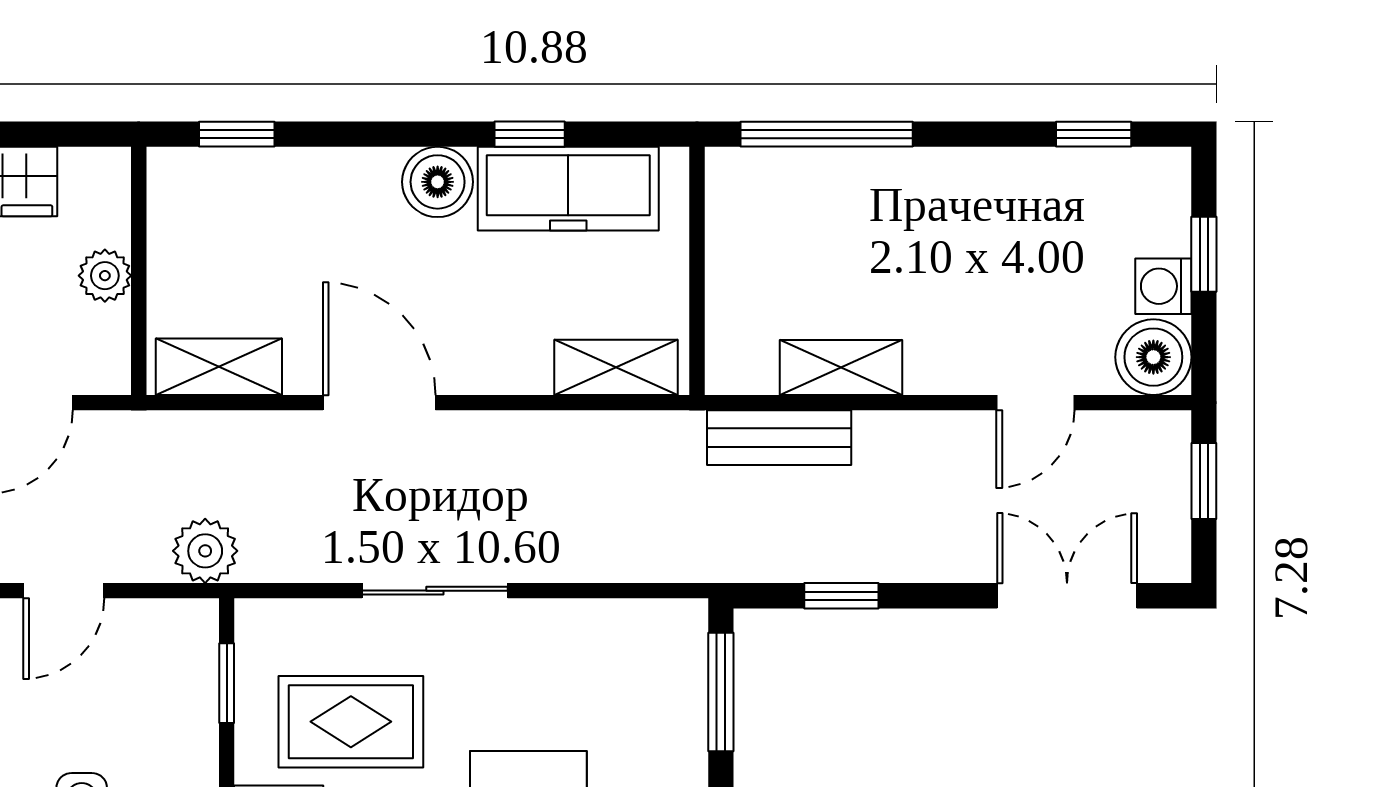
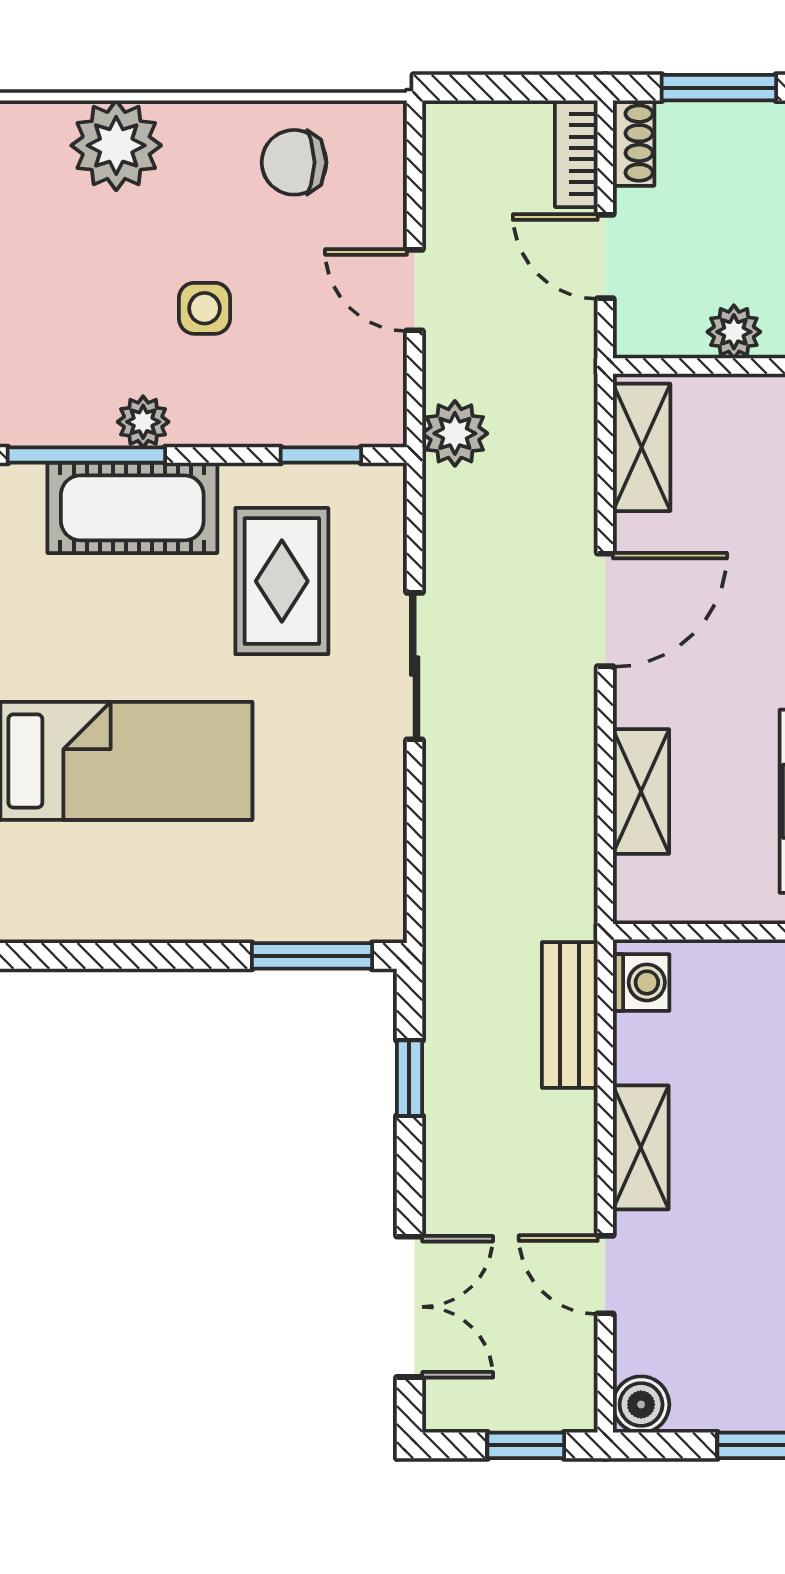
washing machine: (1163, 286) -> (641, 982), moved, turned 90
boiler: (1153, 357) -> (641, 1405), width x0.73, depth x0.73
shelving: (616, 367) -> (641, 791), moved
shelving: (841, 367) -> (641, 1147), moved

